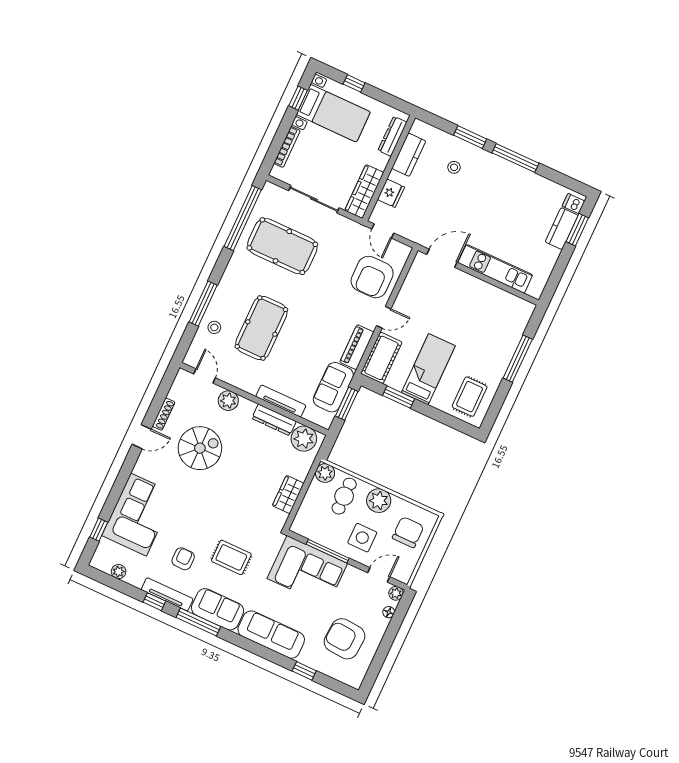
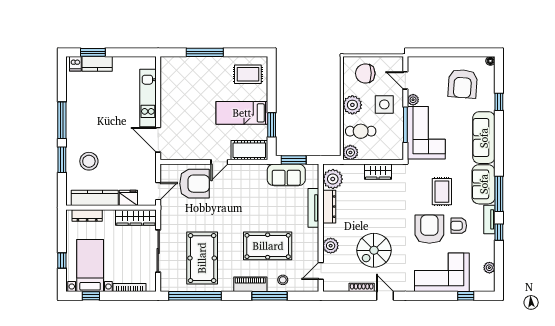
kitchen counter: (409, 155) -> (95, 198), width x1.50
stool: (454, 167) -> (89, 161), width x1.89, depth x1.89
door: (384, 317) -> (219, 162), swing flipped
piano: (357, 347) -> (250, 284), moved, turned 180
spiral stairs: (200, 448) -> (374, 250), turned -90
armchair: (195, 523) -> (429, 229), added
plant: (396, 593) -> (413, 100), moved
tv unit: (167, 594) -> (489, 219), width x0.71
floor lamp: (389, 612) -> (490, 61), moved

